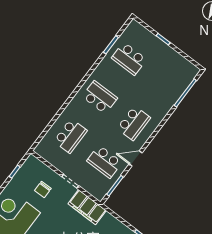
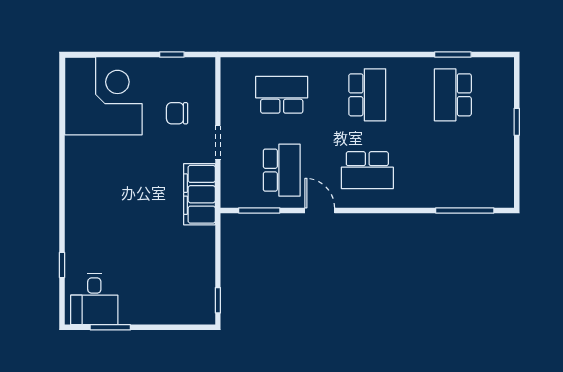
school desk: (70, 136) -> (282, 95), turned 180
school desk: (104, 162) -> (282, 170), turned 180

